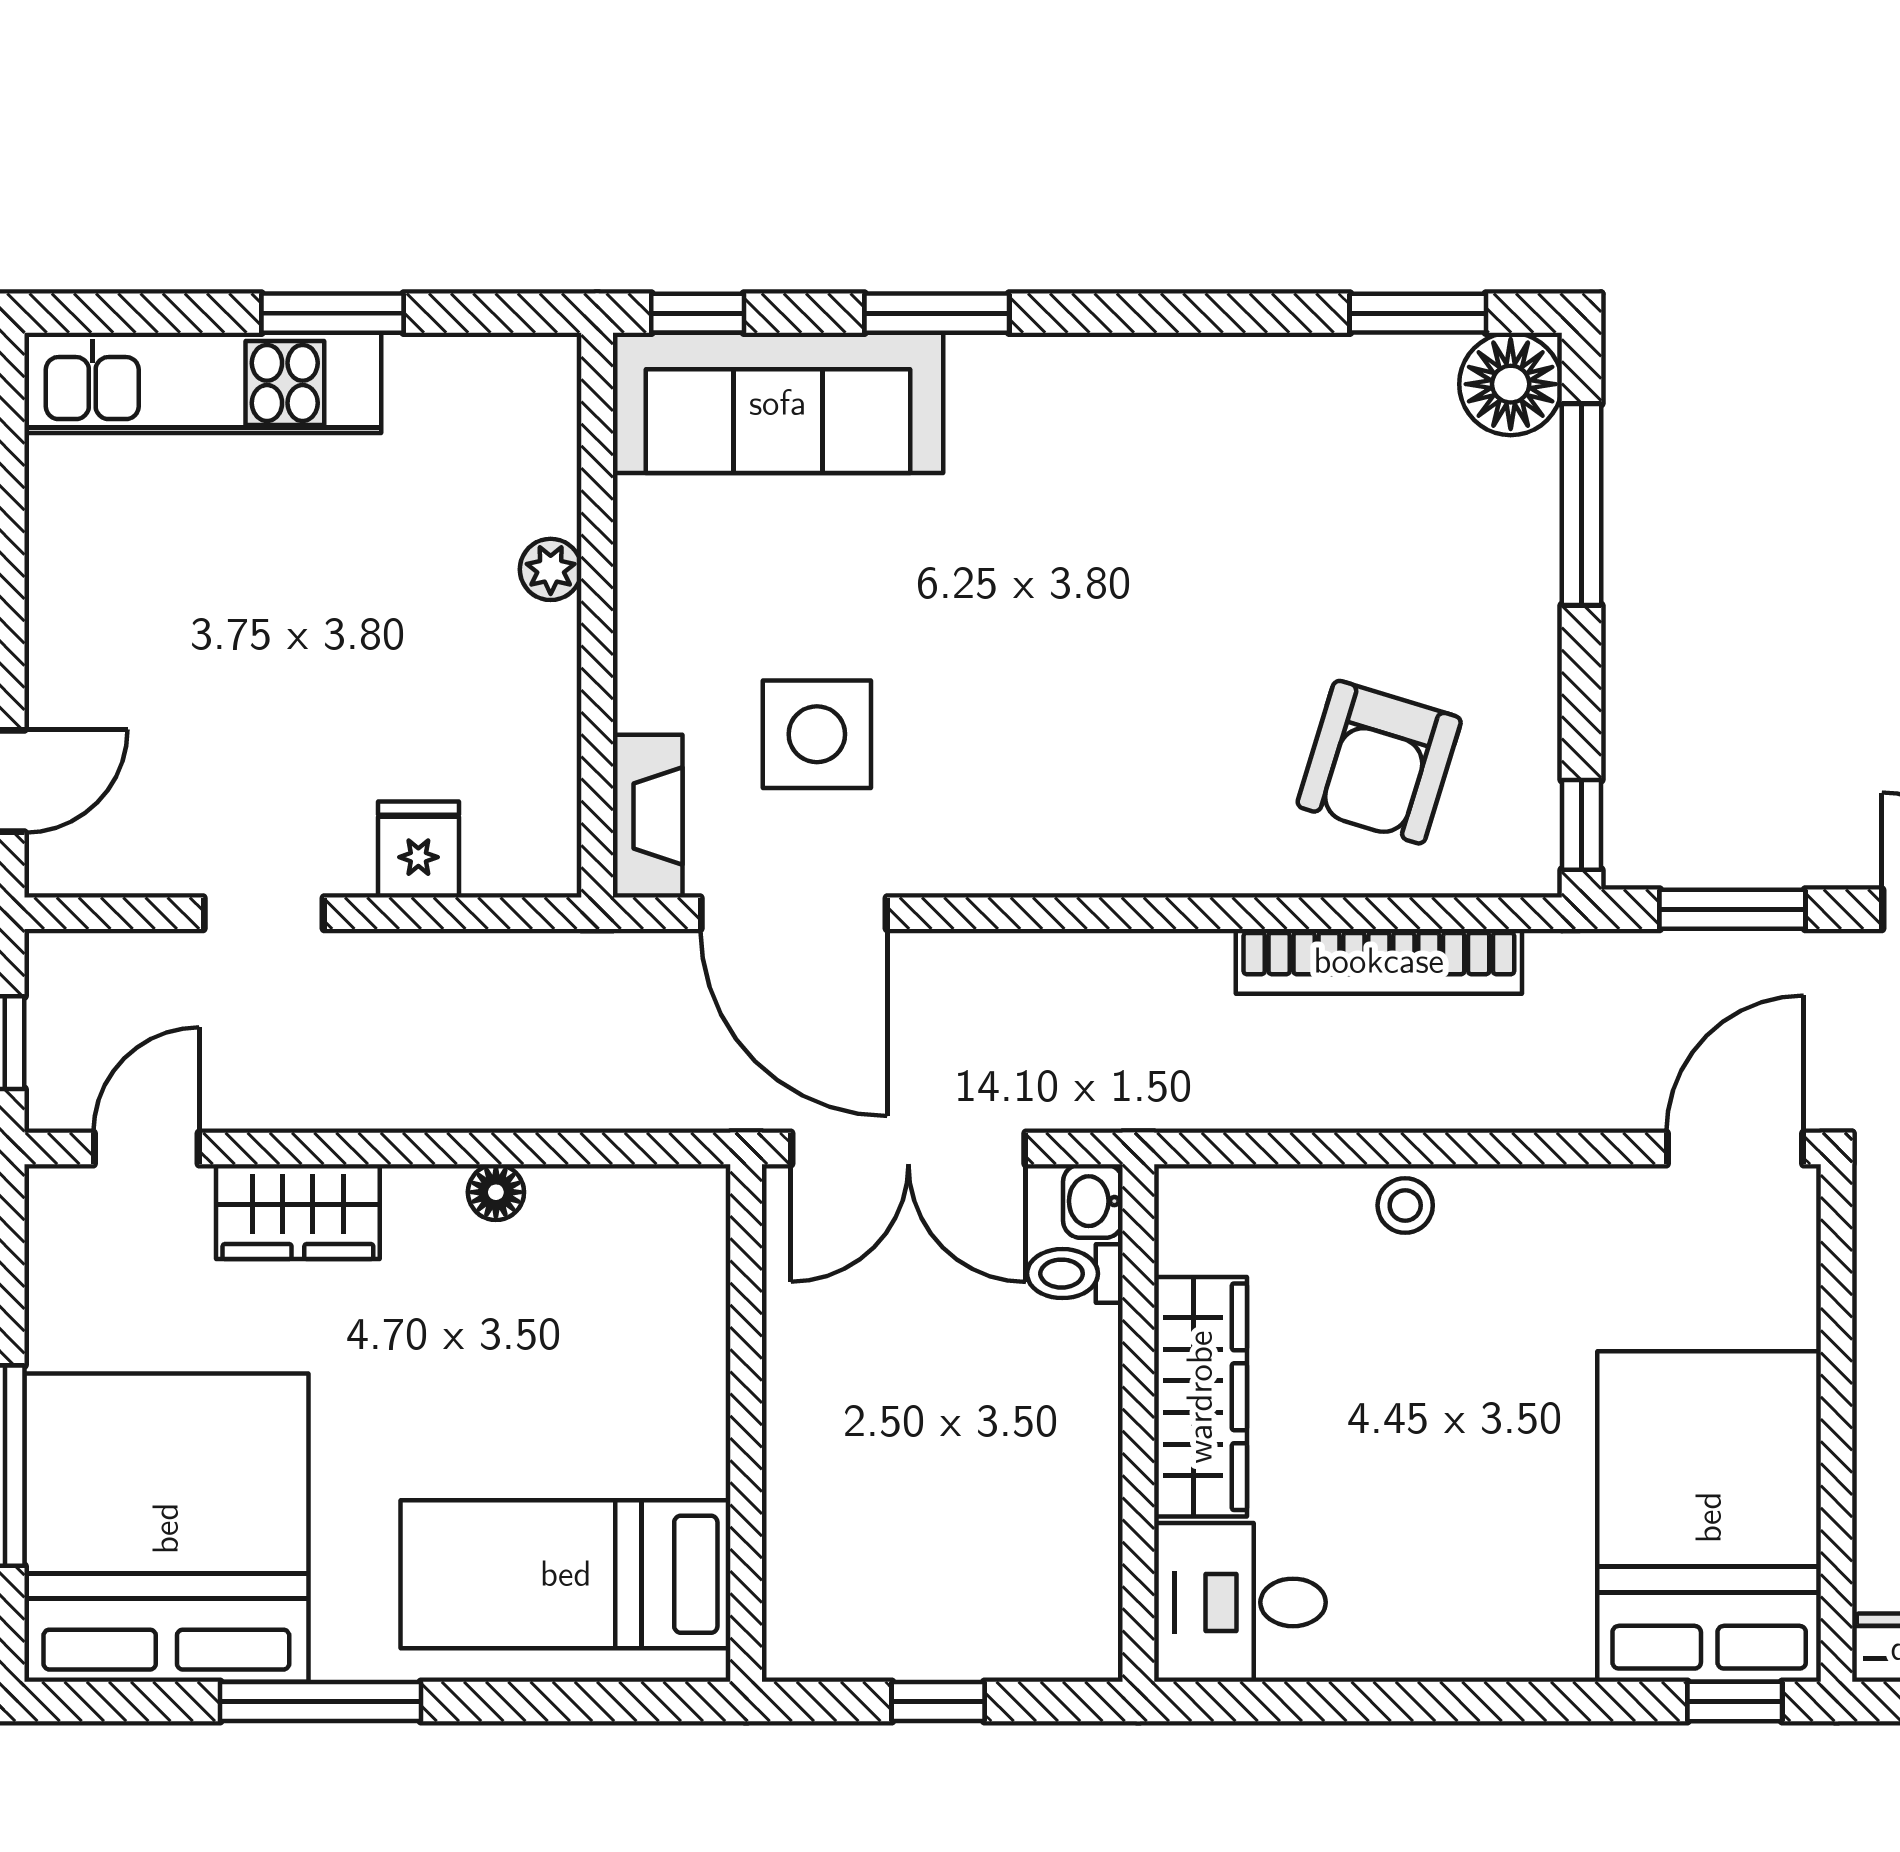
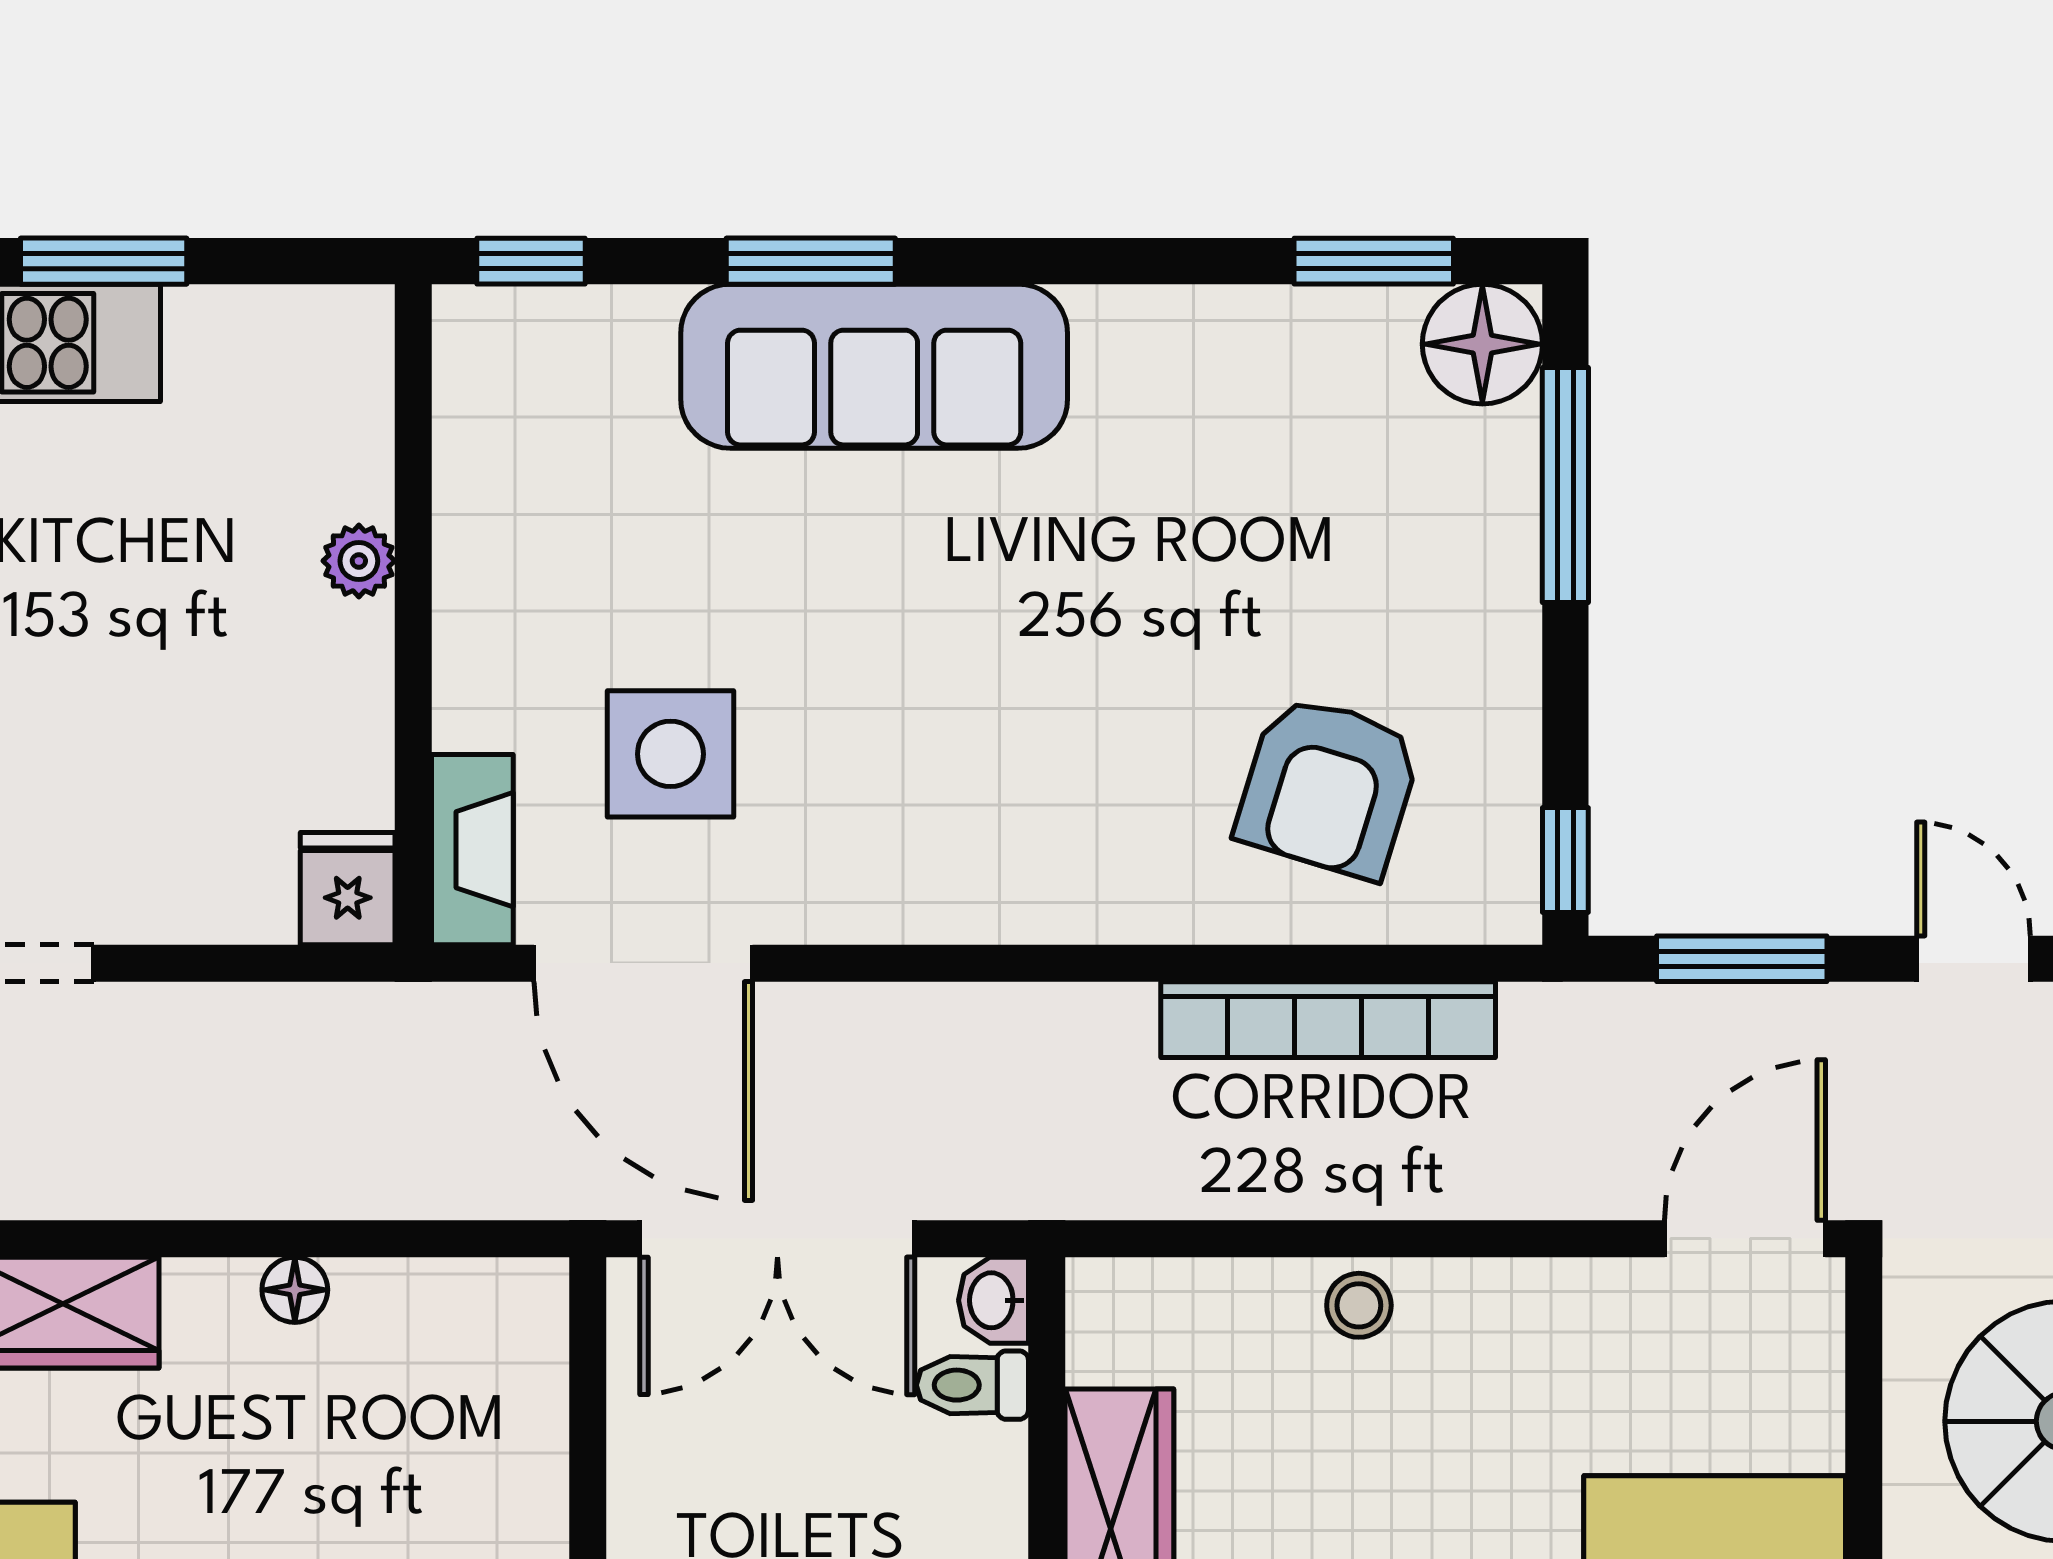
sofa: (778, 403) -> (874, 366), moved
fridge: (418, 849) -> (348, 889), moved

